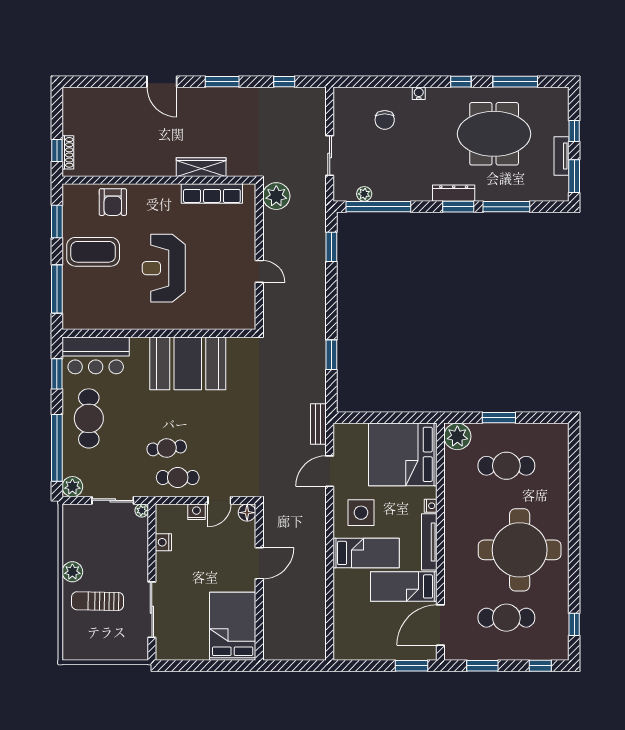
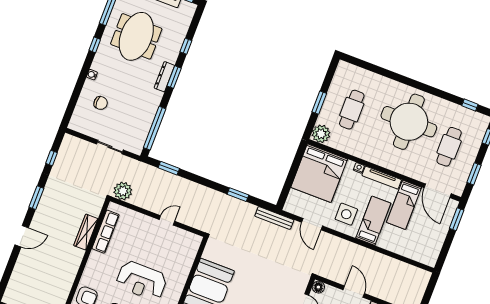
plant: (364, 194) -> (143, 134), removed
window: (506, 207) -> (186, 46), width x0.46
bench: (318, 424) -> (274, 218), width x1.36

